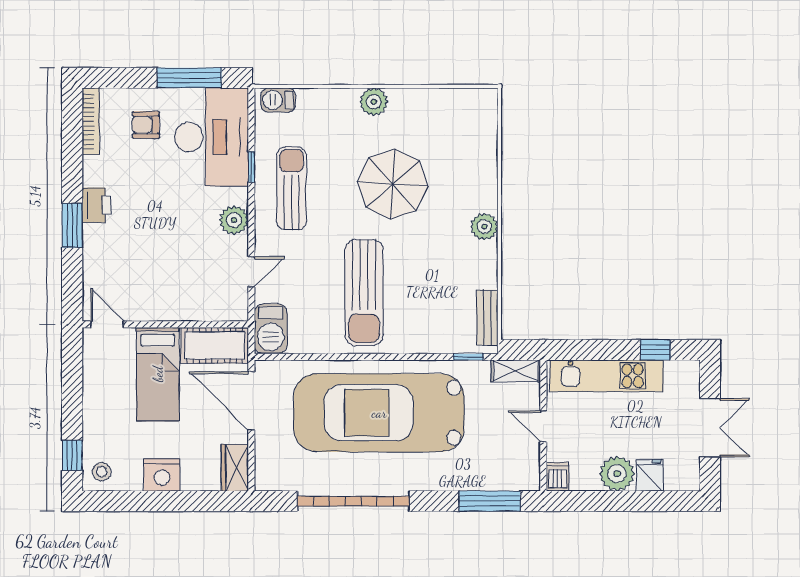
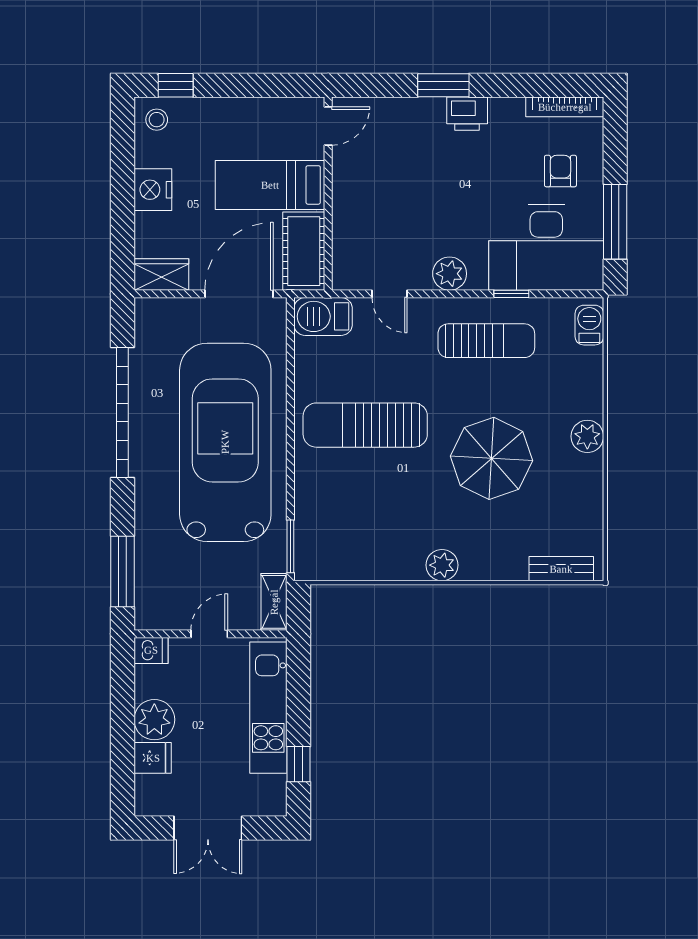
bench: (487, 318) -> (561, 569), moved
window: (468, 357) -> (290, 546), width x1.50

